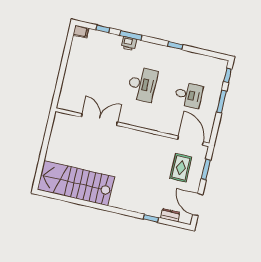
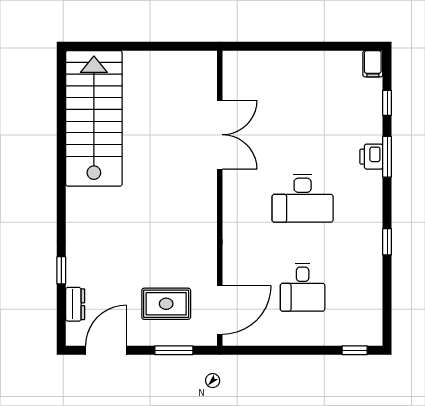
window: (222, 101) -> (304, 350), removed

